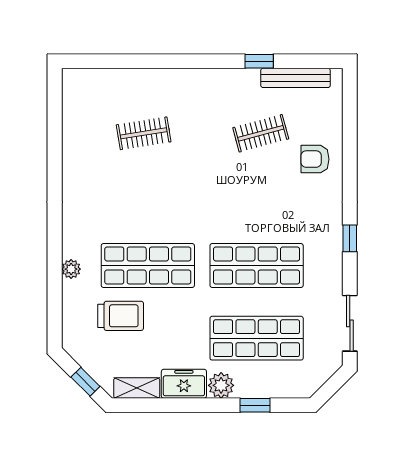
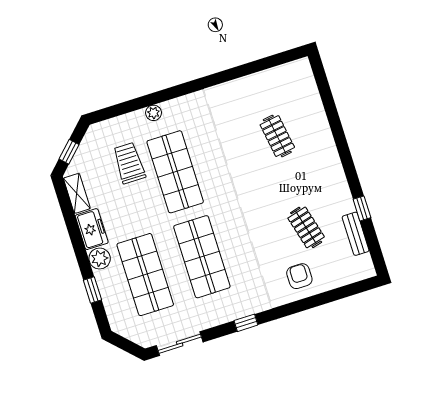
bench: (296, 78) -> (356, 234), width x0.73
trolley: (121, 316) -> (129, 163), turned 180

